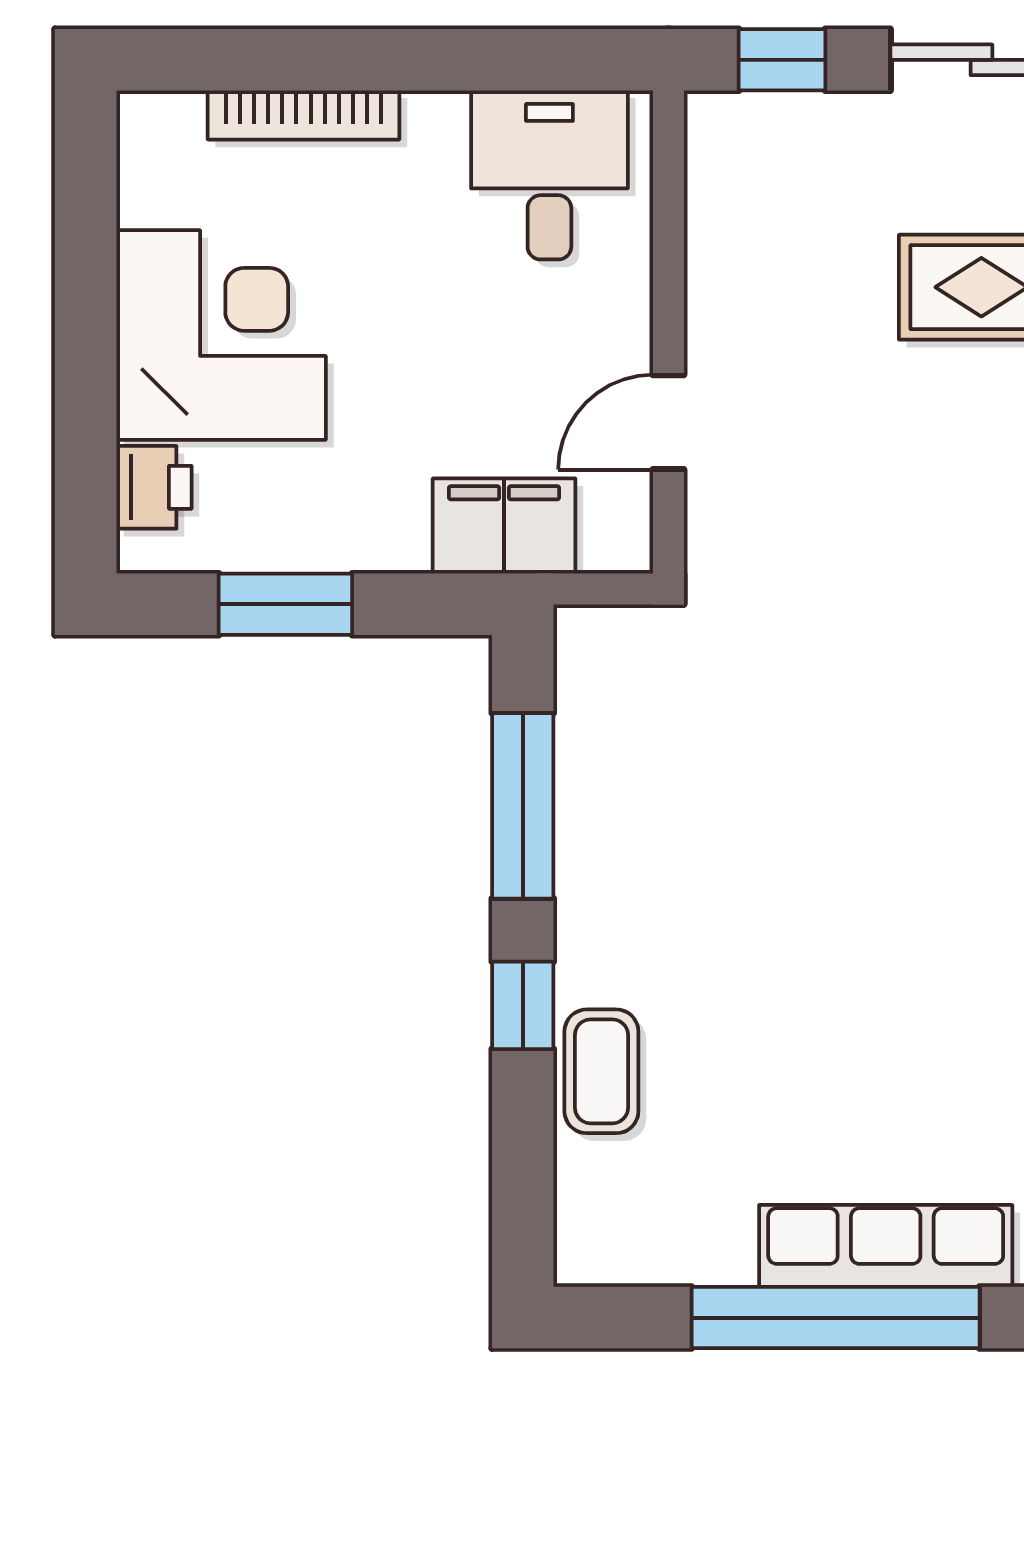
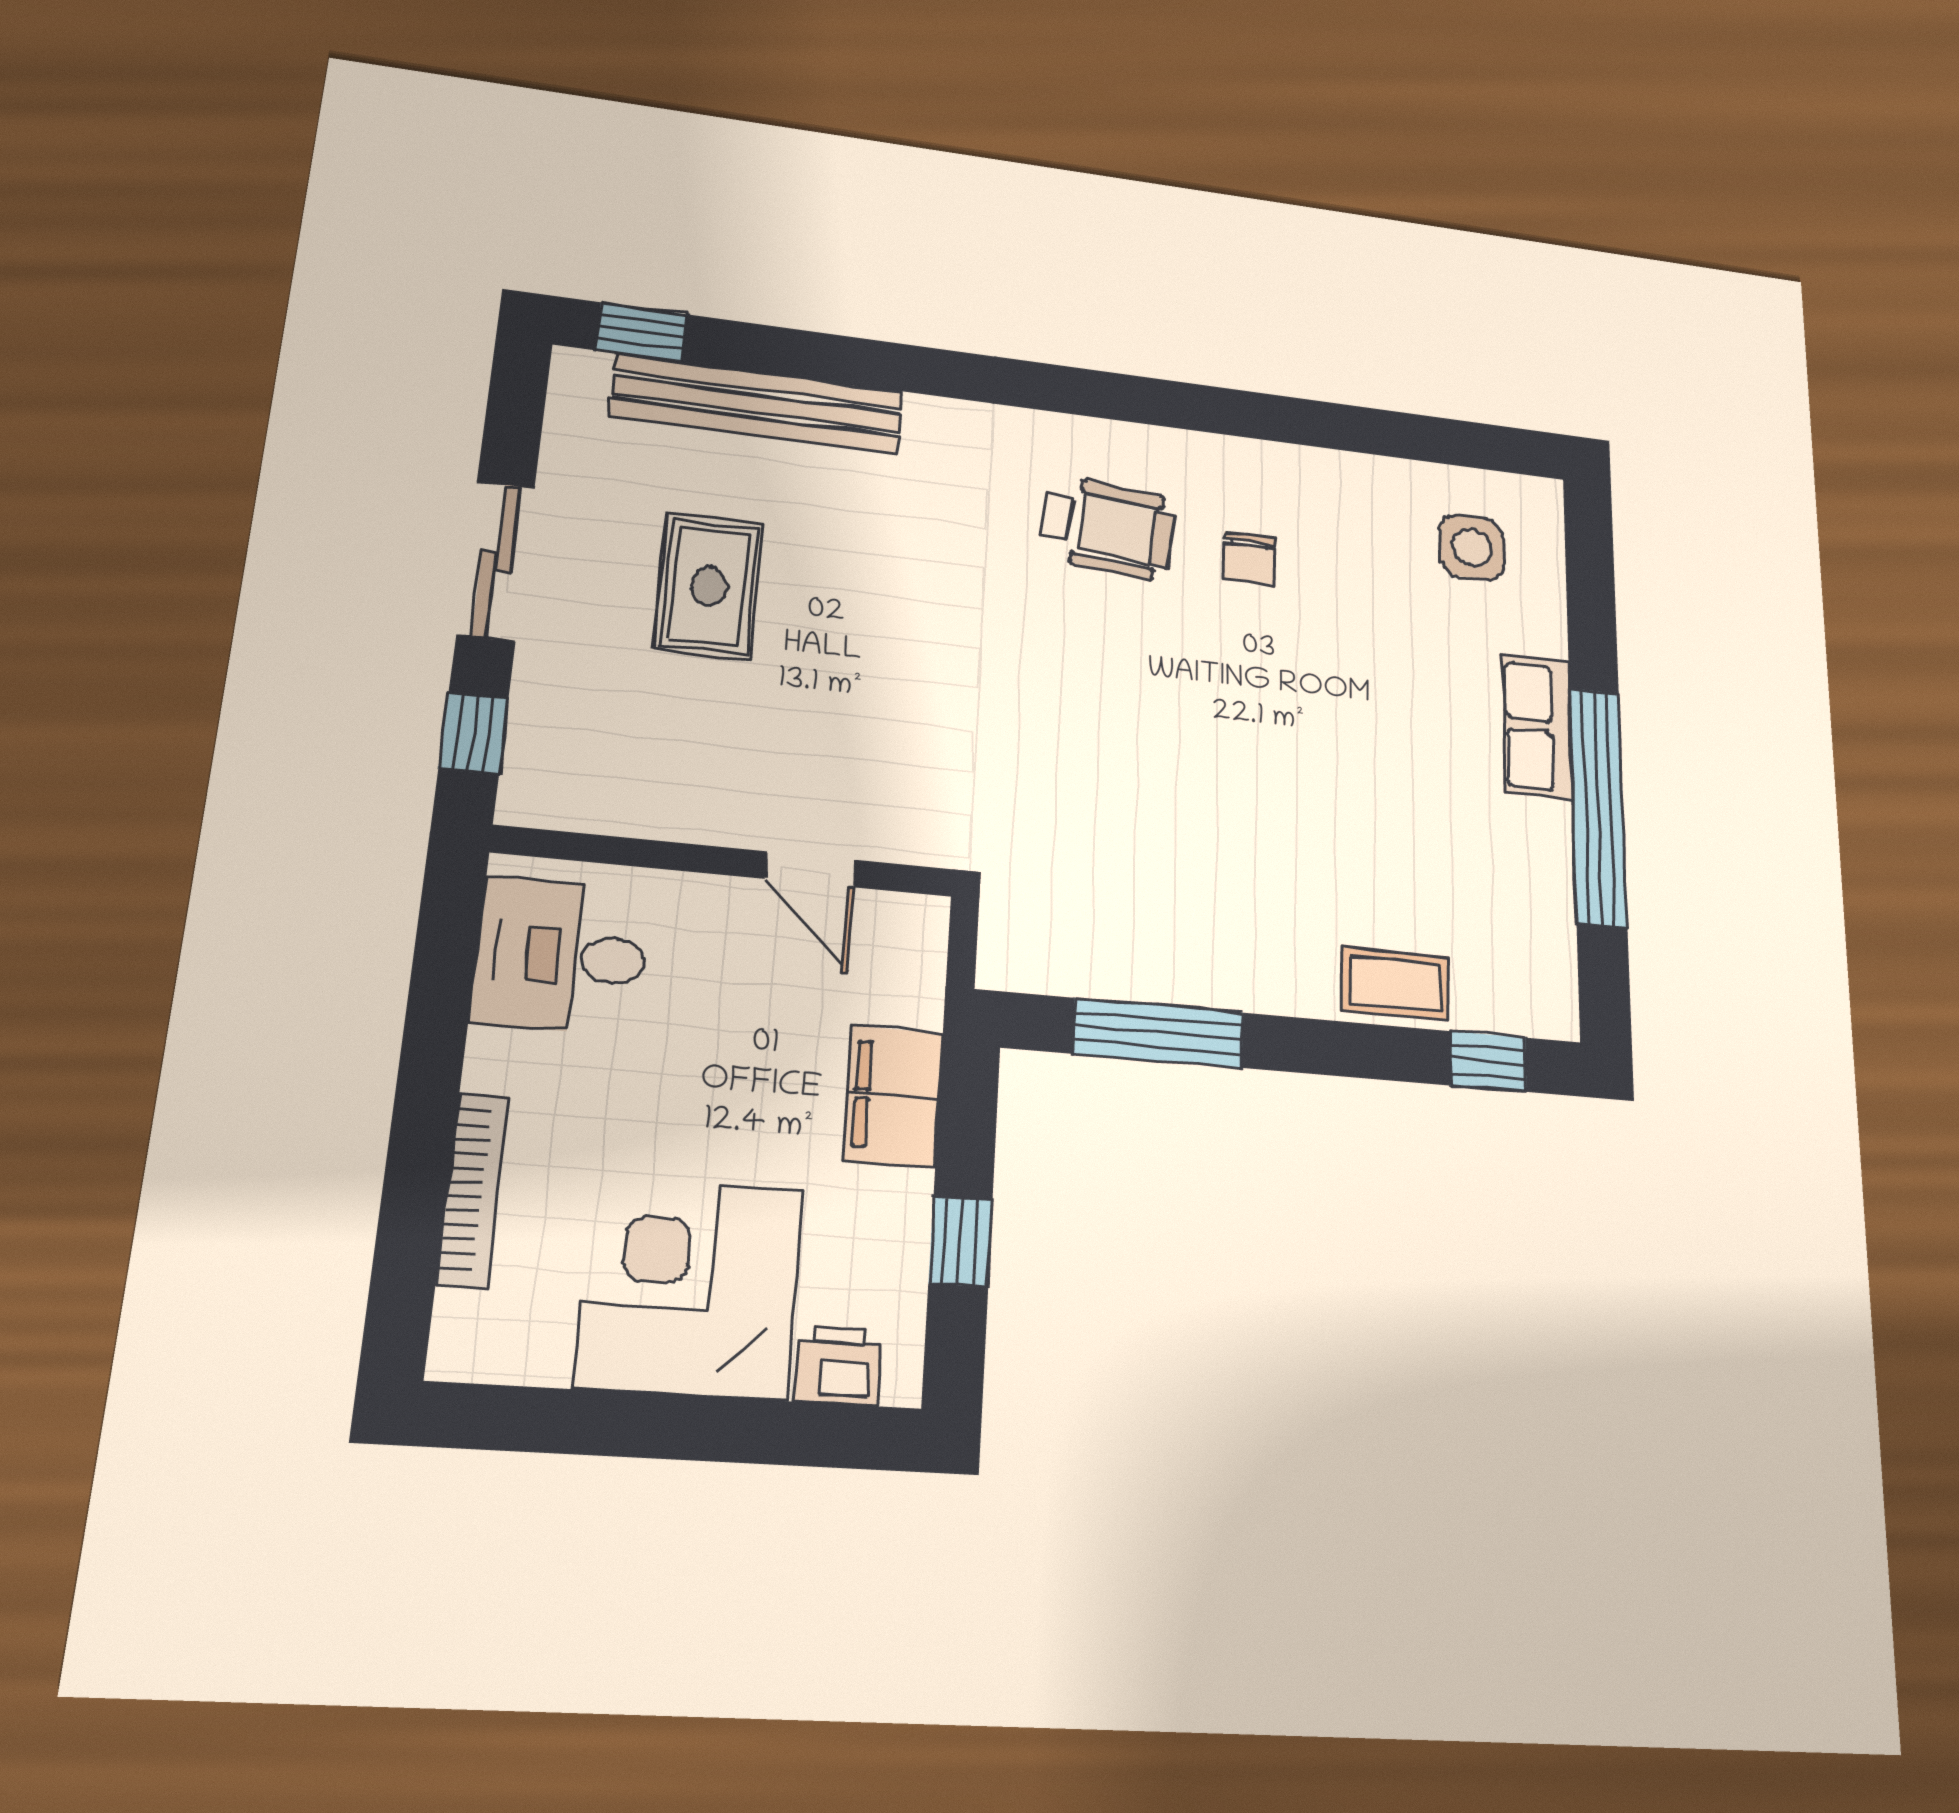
filing cabinet: (504, 526) -> (894, 1096), moved
window: (285, 604) -> (961, 1242), width x0.67
window: (523, 1005) -> (1488, 1061), moved
row of seats: (886, 1246) -> (1537, 726), width x0.68

